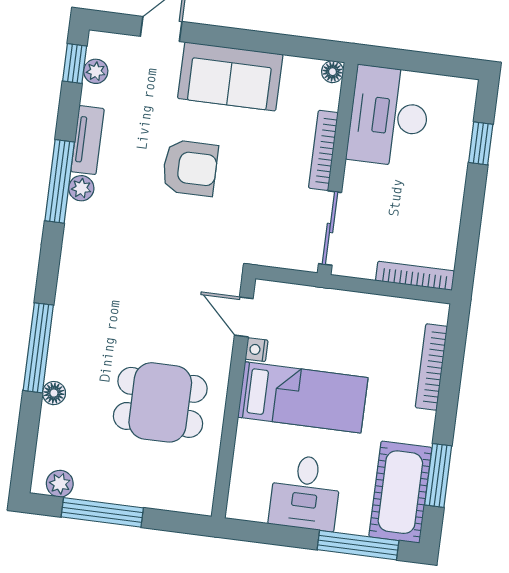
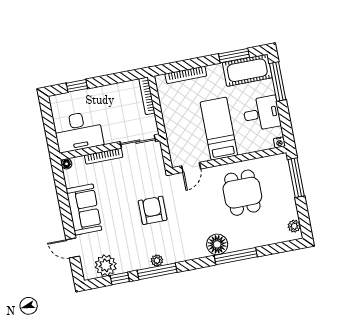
window: (75, 63) -> (120, 279), moved
plant: (96, 71) -> (106, 265), width x1.87, depth x1.87
tv unit: (87, 140) -> (134, 265), removed
armchair: (190, 168) -> (153, 210), moved
nightstand: (257, 350) -> (279, 142), moved
floor lamp: (54, 393) -> (217, 244), moved, width x1.89, depth x1.89
window: (102, 512) -> (296, 178), moved

